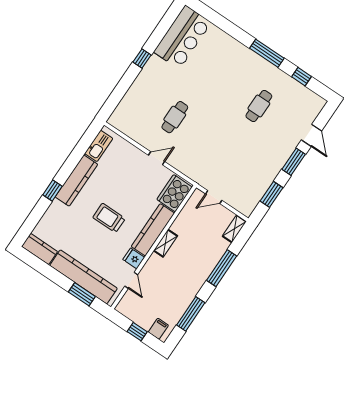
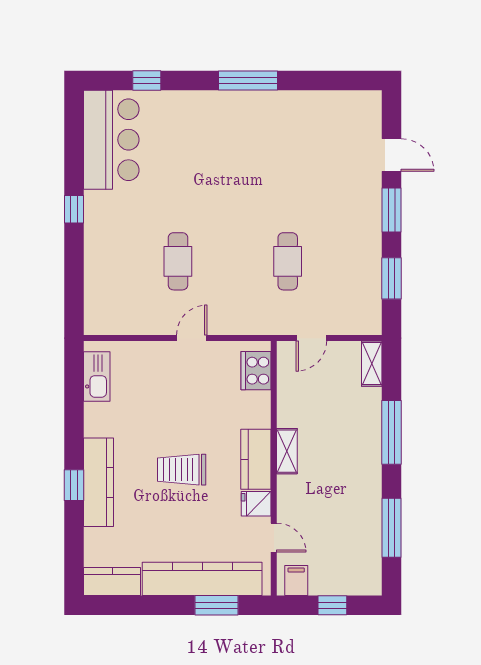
window: (302, 77) -> (147, 80), moved
cafe table: (259, 106) -> (288, 261), moved
kitchen counter: (76, 181) -> (99, 482), moved
cooker: (175, 193) -> (256, 371), width x0.73, depth x0.76
kitchen counter: (153, 230) -> (256, 459), width x0.67
filing cabinet: (158, 329) -> (296, 581), moved

